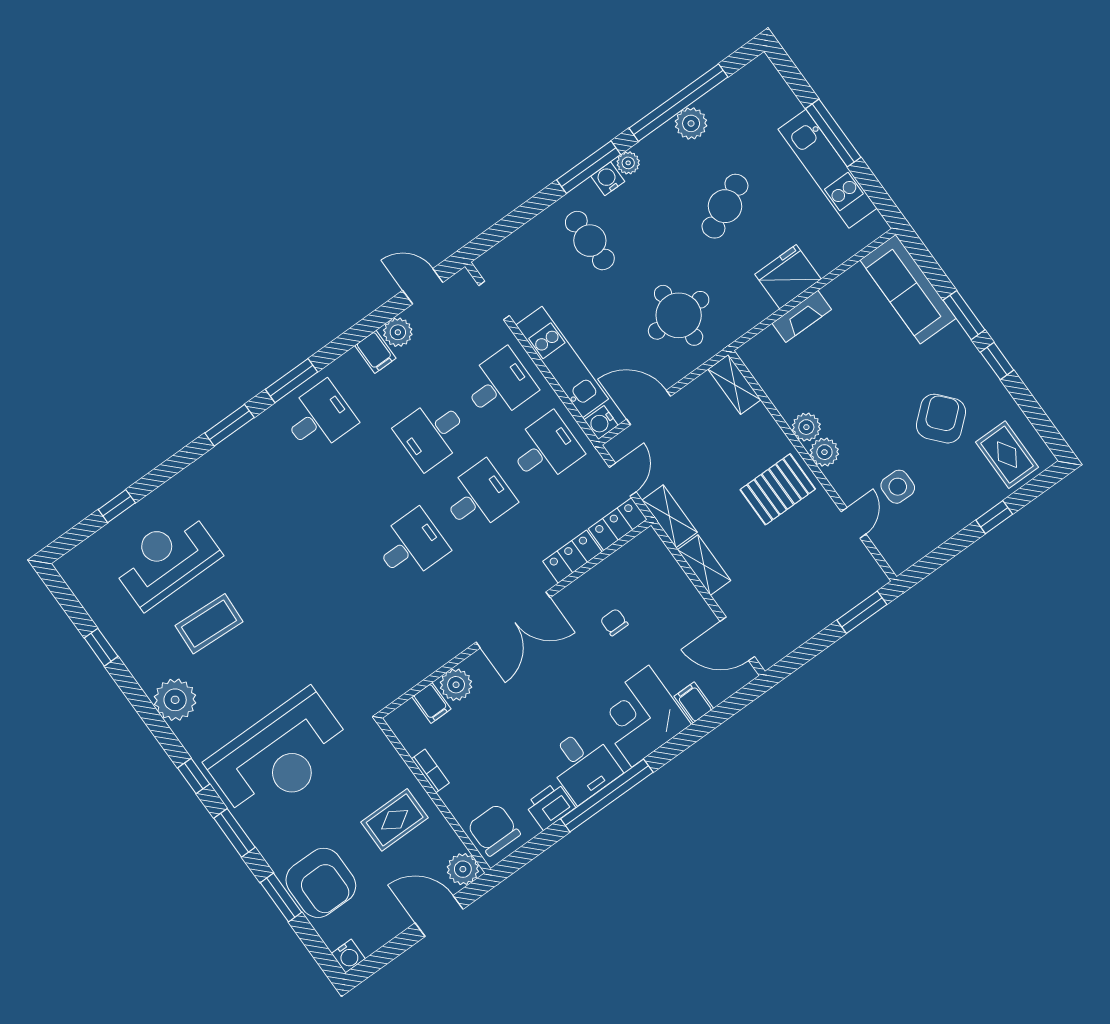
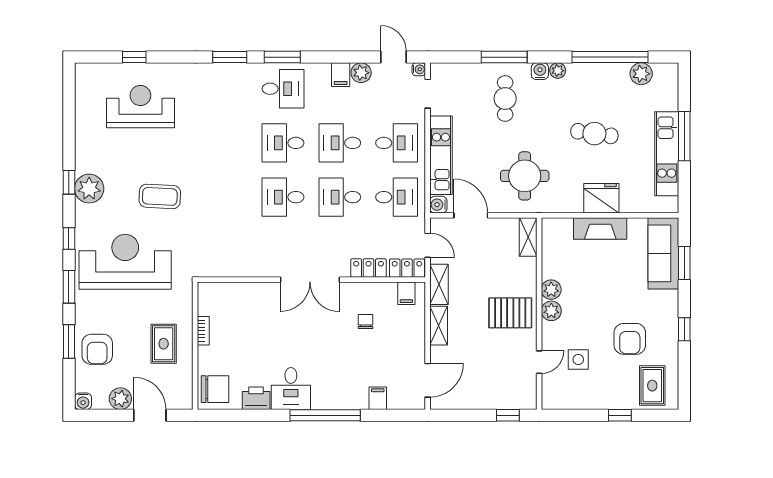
plant: (691, 123) -> (641, 74), moved
window: (589, 167) -> (504, 57), moved
cafe table: (725, 206) -> (594, 134), turned 34
water cooler: (463, 279) -> (419, 69), added
window: (964, 315) -> (684, 263), moved
fireplace: (802, 316) -> (600, 229), width x1.37, depth x1.32
armchair: (941, 419) -> (630, 339), turned 131
door: (623, 480) -> (428, 245), hinge flipped
desk: (365, 481) -> (283, 143), added
desk: (478, 497) -> (340, 197), turned 180
desk: (411, 545) -> (283, 197), turned 180
window: (862, 612) -> (508, 415), width x0.67
coffee table: (209, 624) -> (160, 196), moved
door: (737, 639) -> (428, 380), swing flipped
window: (101, 647) -> (69, 182), moved
plant: (456, 685) -> (252, 293), removed
filing cabinet: (431, 703) -> (406, 293), moved
corner desk: (640, 716) -> (342, 384), removed
reception desk: (280, 756) -> (125, 262), turned 180
window: (607, 795) -> (325, 415), moved
rug: (395, 820) -> (164, 344), turned 90
chair: (494, 830) -> (215, 389), turned 90
plant: (463, 869) -> (120, 399), moved
armchair: (321, 883) -> (97, 349), width x0.73, depth x0.73

